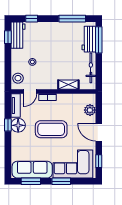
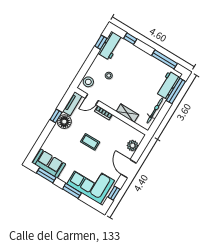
coffee table: (51, 129) -> (90, 142), width x0.54, depth x0.58
sofa: (32, 170) -> (49, 163), width x0.73

